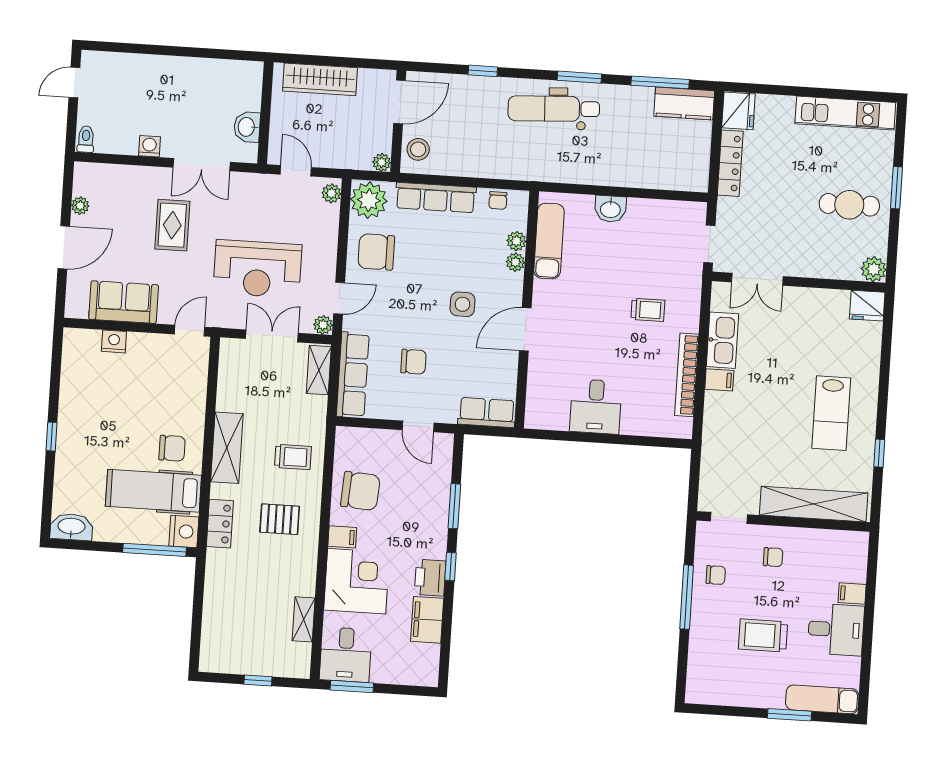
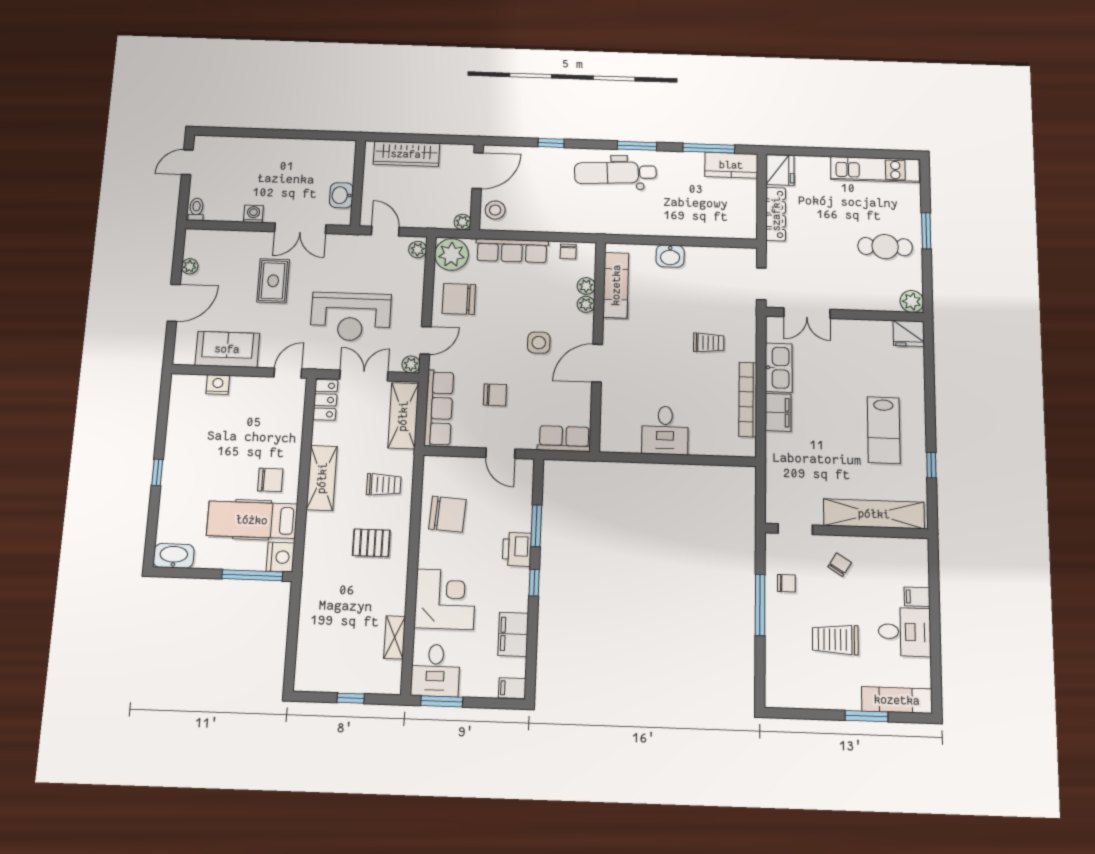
shelving: (319, 370) -> (403, 416), width x1.50, depth x1.33
filing cabinet: (719, 380) -> (778, 412), width x2.00
locker: (220, 524) -> (325, 400), moved
filing cabinet: (342, 537) -> (512, 688), moved, turned 180
chair: (773, 557) -> (840, 565), turned -58
printer: (430, 578) -> (517, 549), moved

